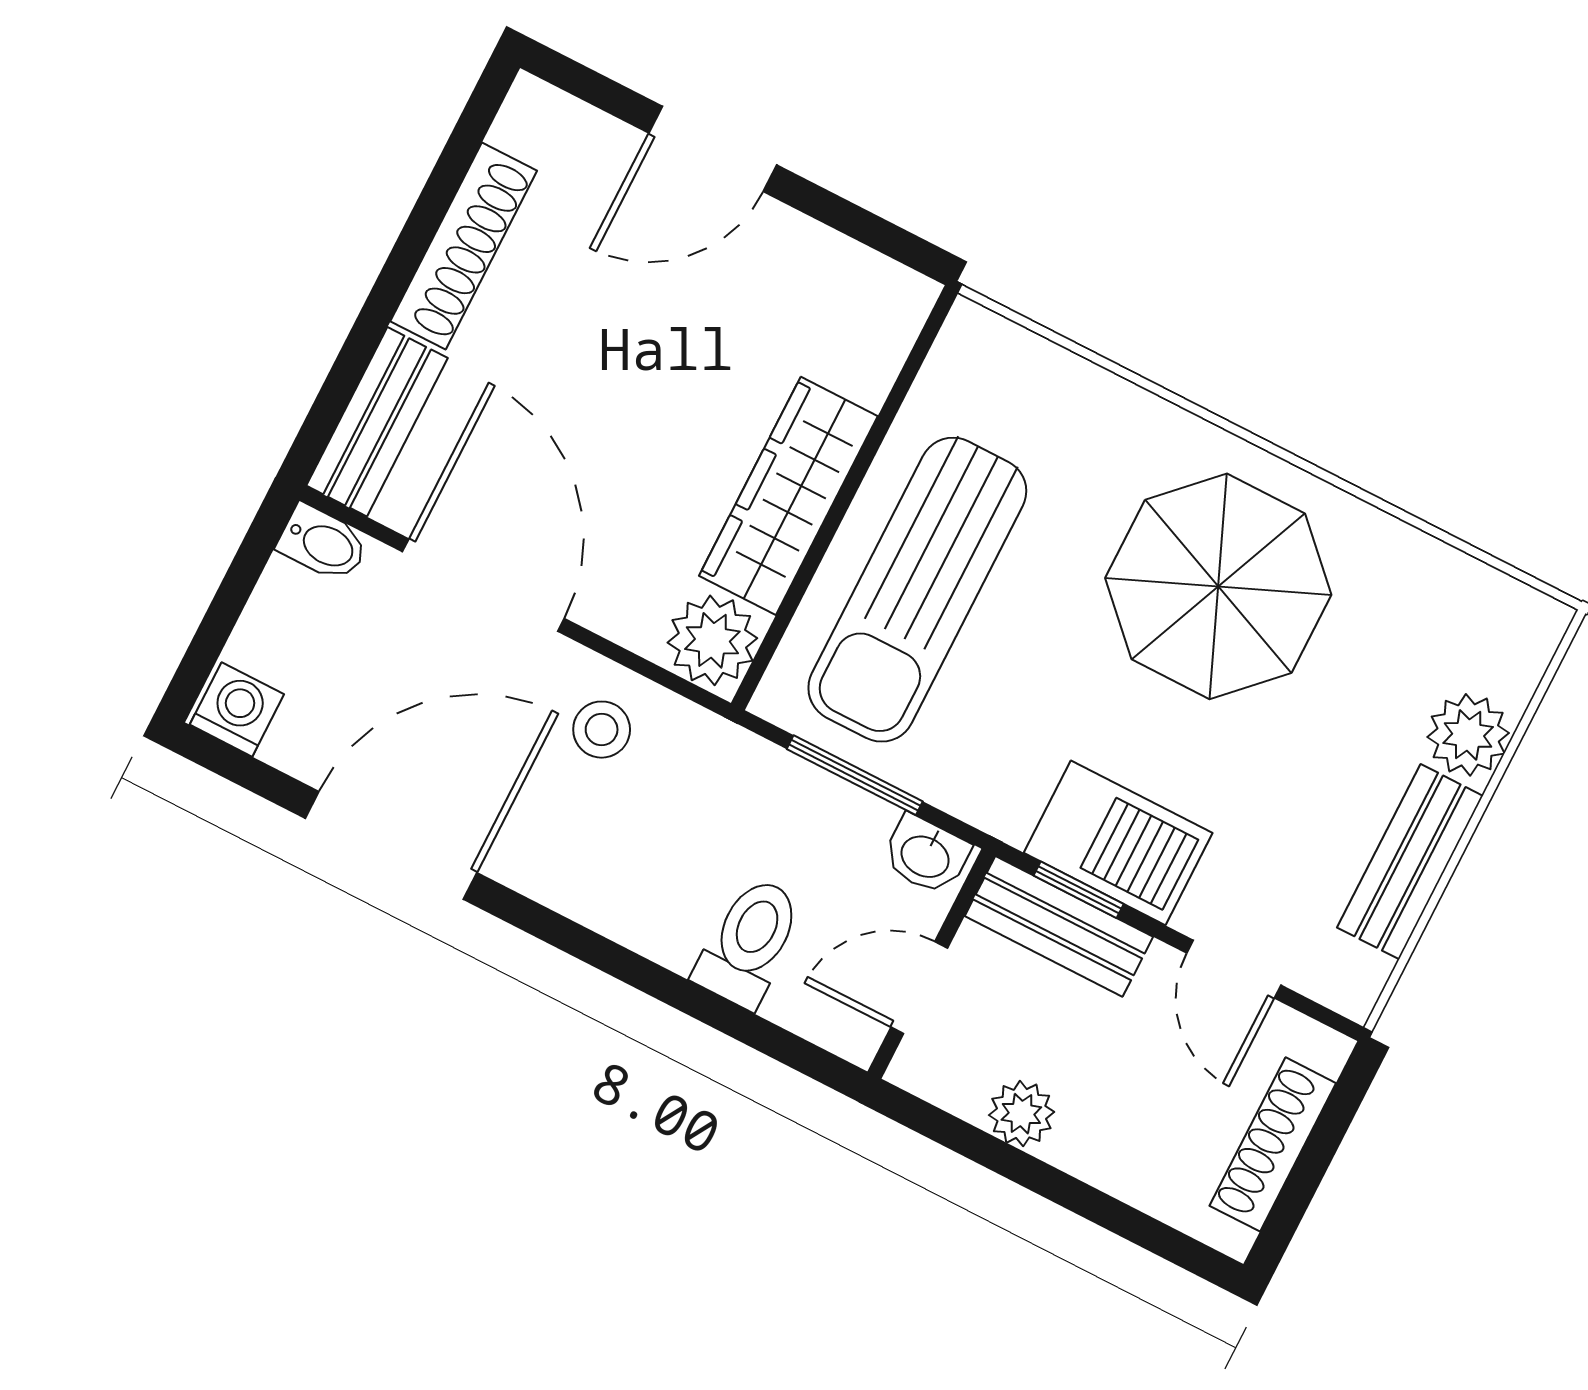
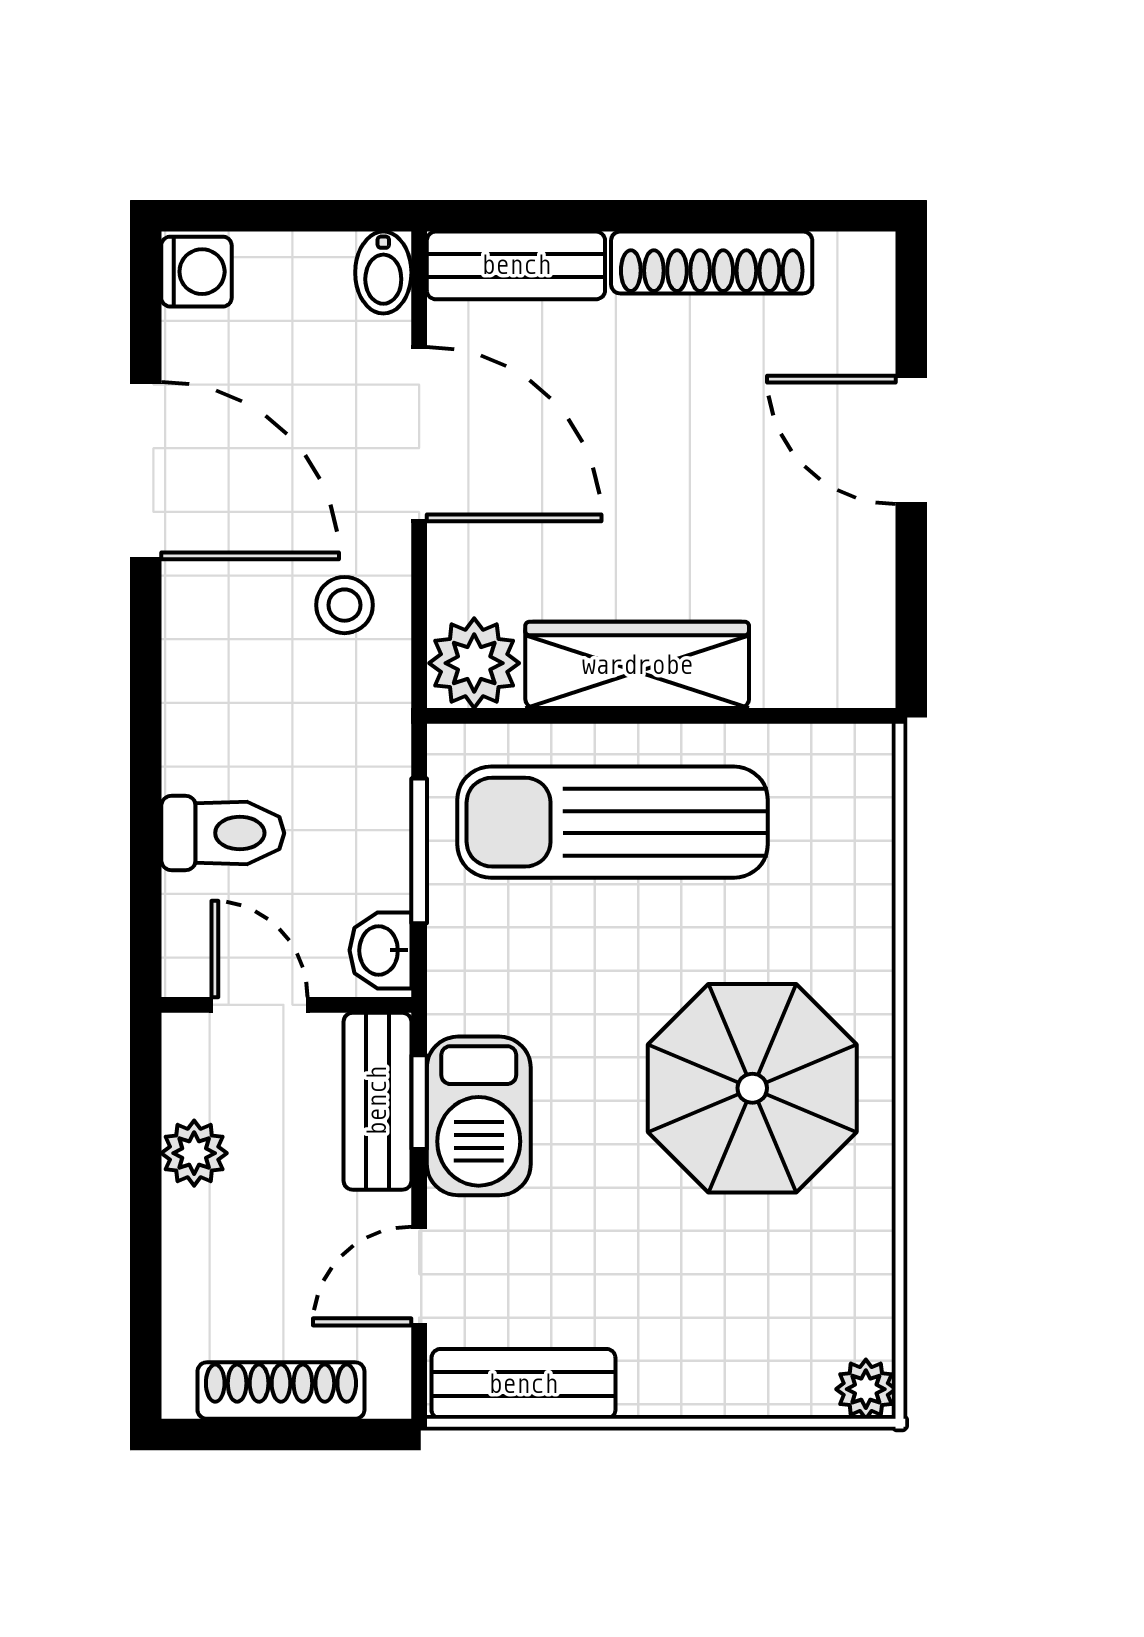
door: (483, 585) -> (419, 434), hinge flipped
plant: (1468, 735) -> (866, 1389), moved, width x0.73, depth x0.73
bench: (1410, 862) -> (523, 1384), moved

